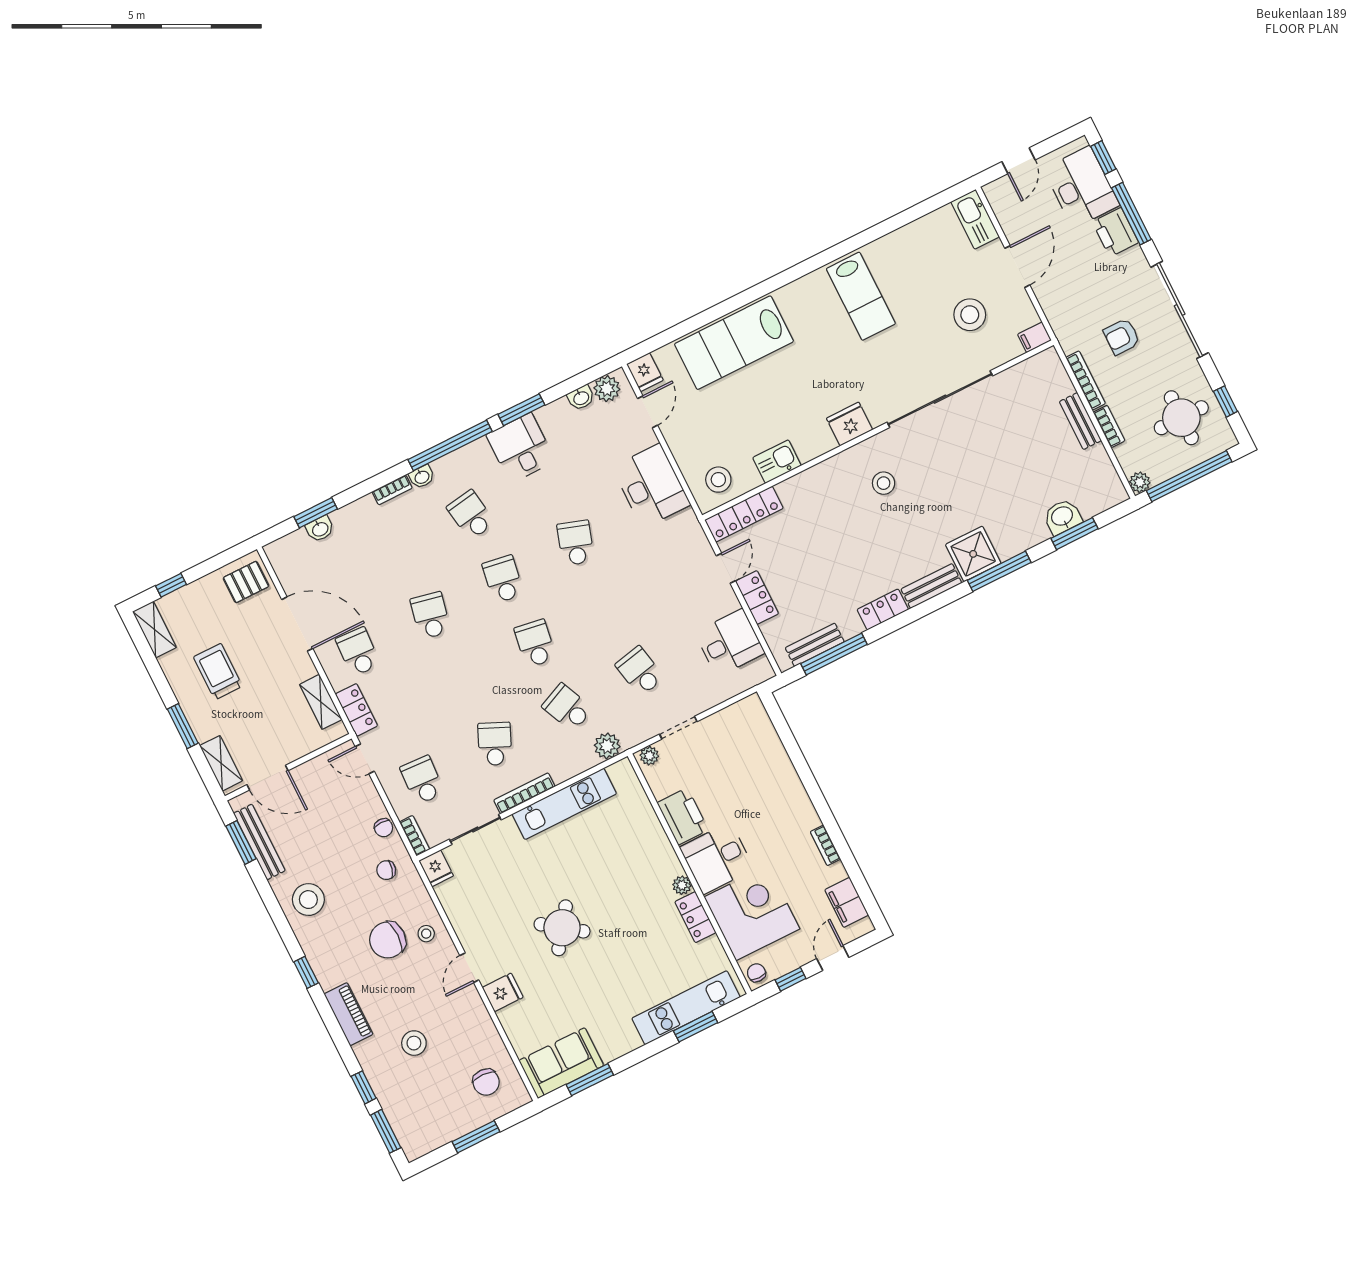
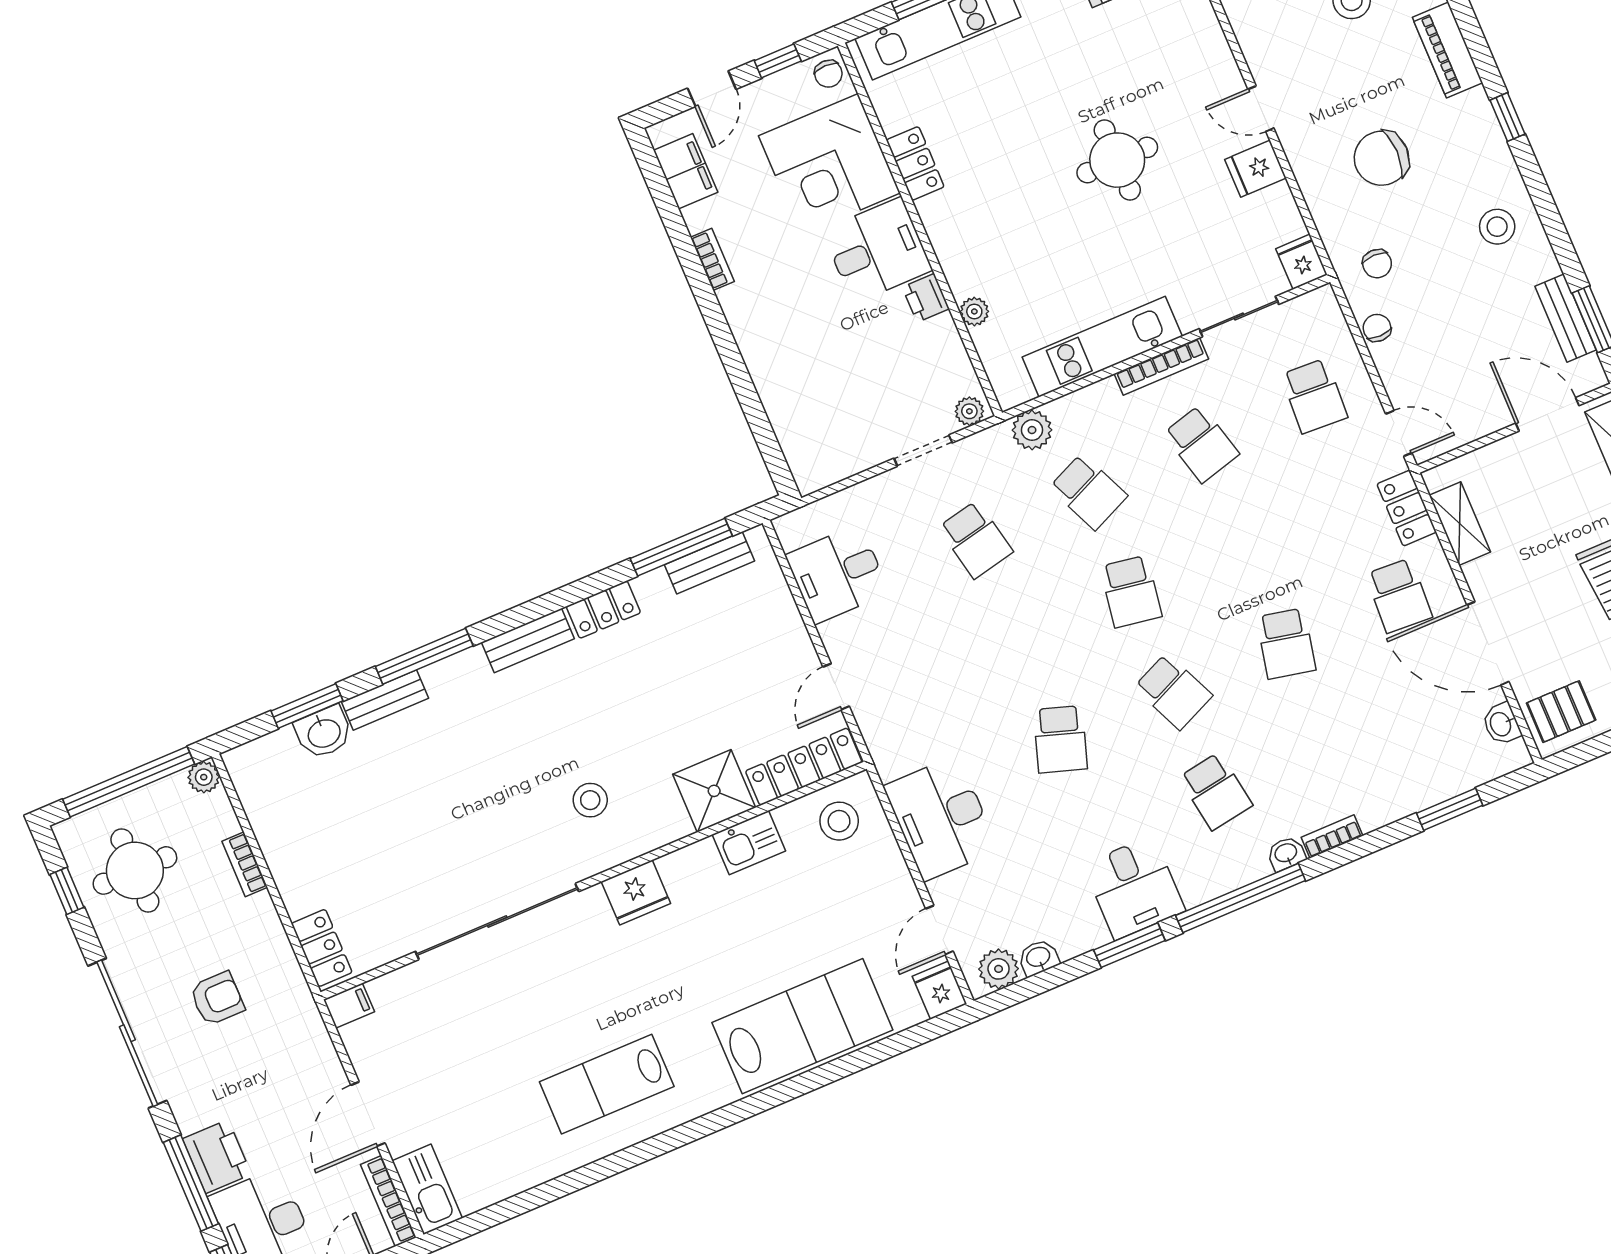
lab bench: (861, 296) -> (607, 1084), turned -90
stool: (970, 315) -> (444, 1046), removed
bookcase: (1086, 380) -> (388, 1201), moved
bench: (1080, 421) -> (385, 700), moved, turned 90
washbasin: (320, 529) -> (1501, 724), moved, turned -90
shower: (973, 554) -> (714, 791), moved
school desk: (503, 579) -> (1173, 691), turned -33
locker: (757, 598) -> (322, 948), moved, turned 180
school desk: (495, 744) -> (1201, 444), turned -39
printer: (683, 816) -> (926, 298), width x0.53, depth x0.68
bookcase: (415, 836) -> (1331, 313), removed
bench: (259, 842) -> (1566, 318), width x0.73
chair: (386, 870) -> (1377, 264), turned 75
plant: (682, 885) -> (974, 311), moved
stool: (308, 900) -> (1497, 227), width x0.73, depth x0.73
round table: (562, 928) -> (1117, 160), turned -36
stool: (426, 934) -> (1323, 164), removed
chair: (388, 940) -> (1382, 158), turned 180
door: (469, 968) -> (1261, 109), swing flipped
fridge: (503, 992) -> (1255, 169), moved

